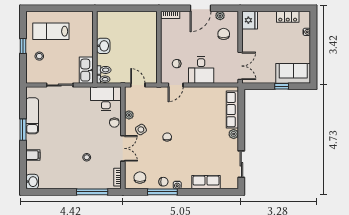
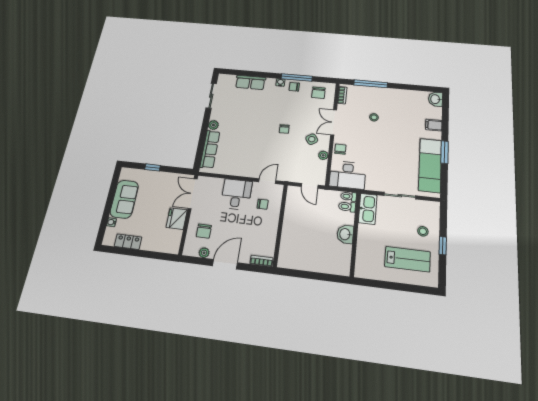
fridge: (250, 20) -> (177, 219), moved
sofa: (293, 73) -> (124, 199), moved, turned -90
exam couch: (32, 116) -> (430, 165), width x1.36, depth x1.45

